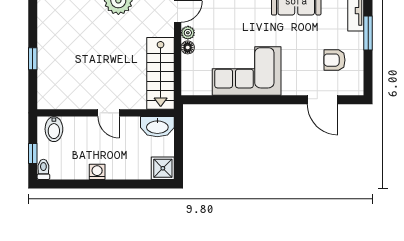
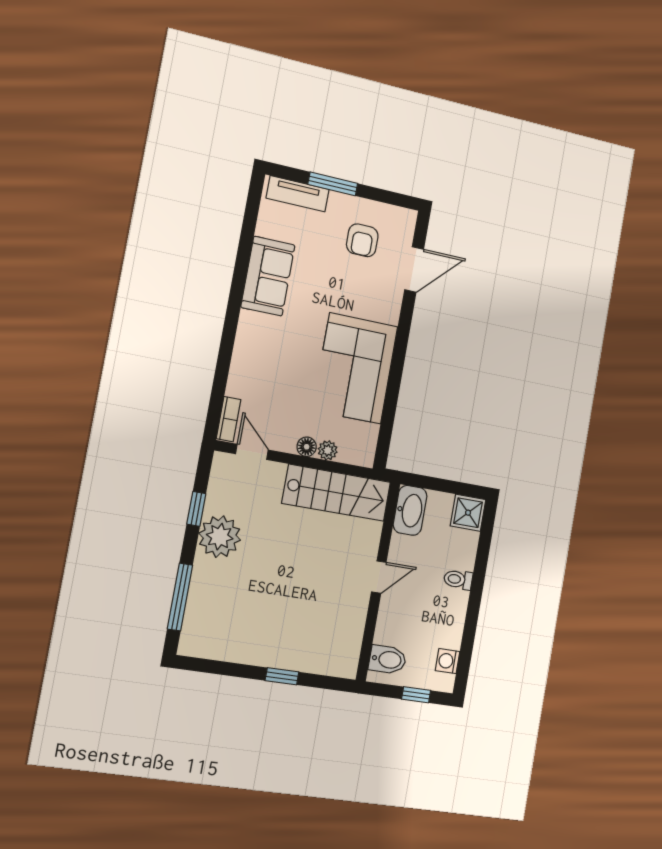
plant: (188, 33) -> (328, 450), moved
toilet: (43, 169) -> (458, 580), moved
washing machine: (97, 172) -> (448, 661), moved

